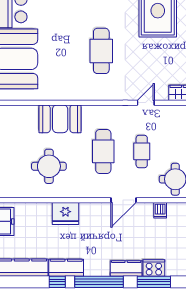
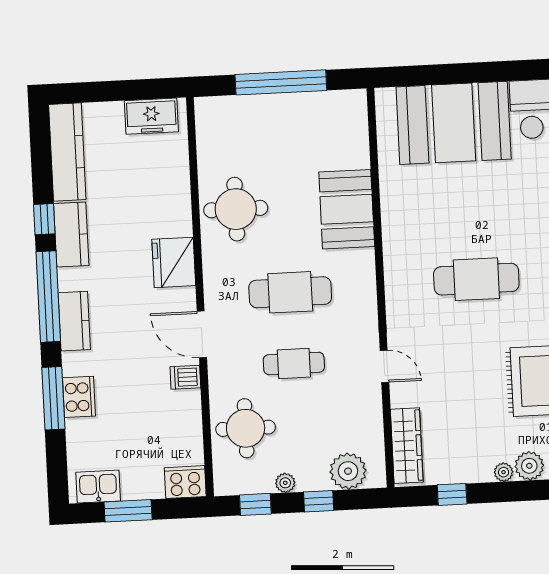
round table: (49, 166) -> (236, 209), moved
dishwasher: (160, 210) -> (185, 377), moved
fridge: (66, 213) -> (174, 262), moved
kitchen counter: (126, 269) -> (74, 321), moved

